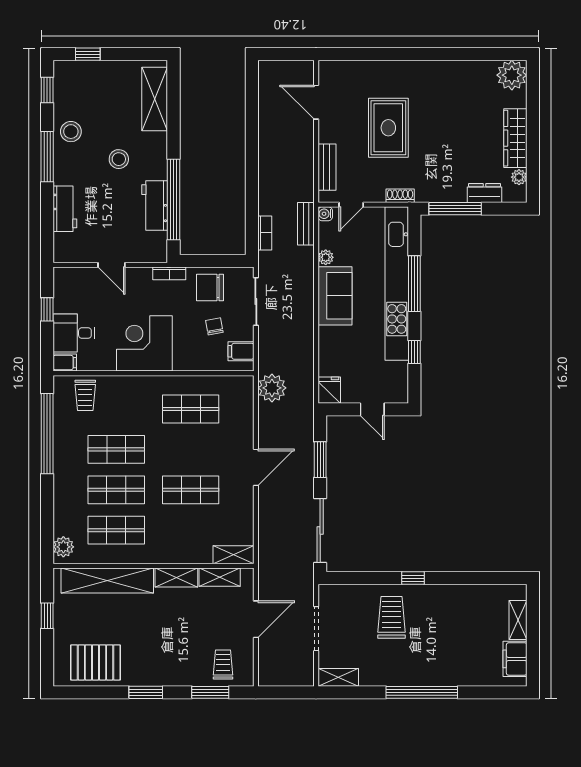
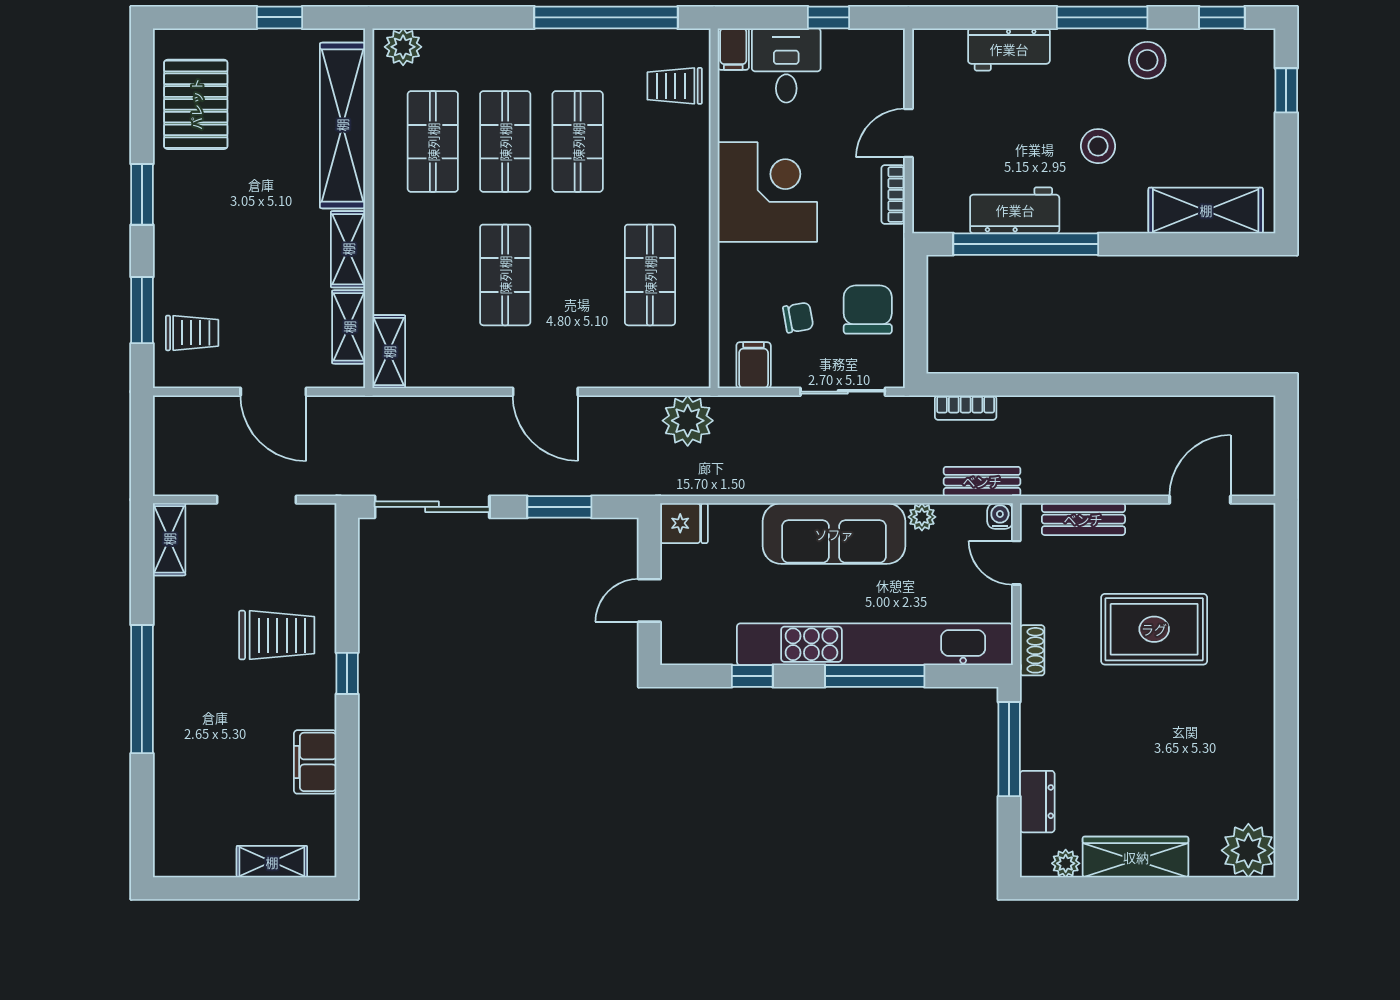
bookcase: (169, 273) -> (893, 194), moved
sofa: (335, 296) -> (834, 534), width x1.36
filing cabinet: (515, 659) -> (315, 762), moved, turned -90

